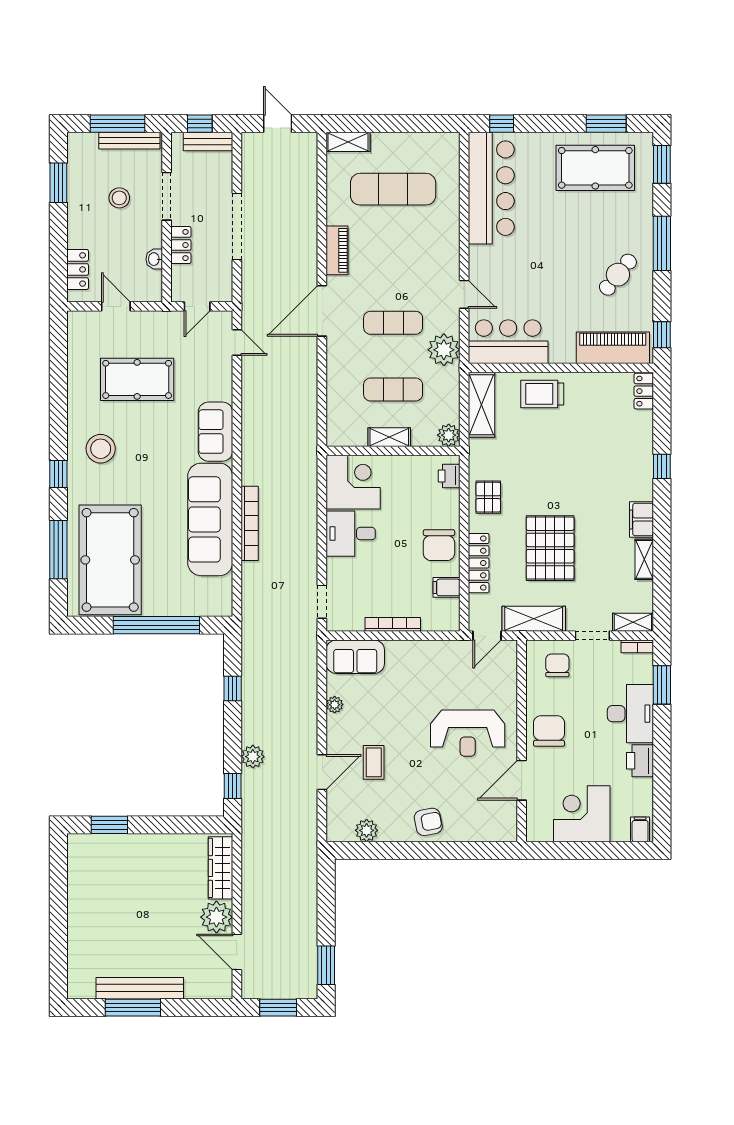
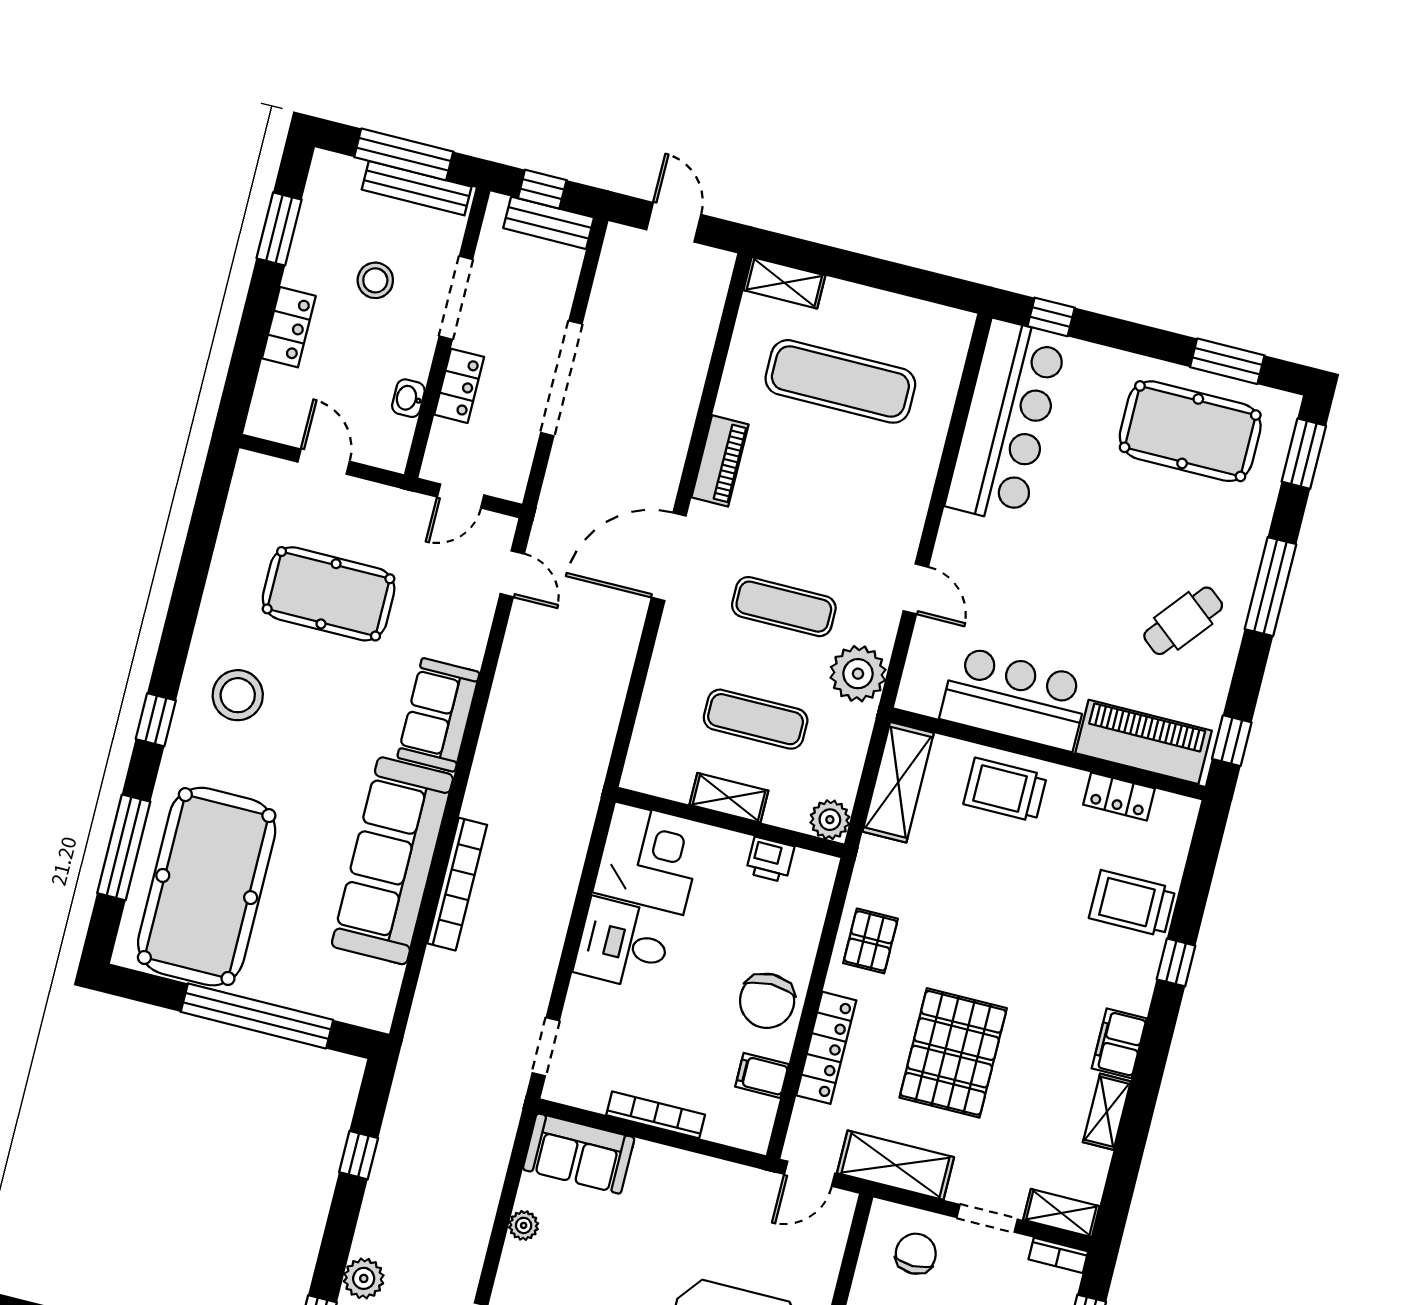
locker: (78, 269) -> (289, 327), moved
bar counter: (508, 342) -> (1015, 699), moved
locker: (644, 391) -> (1119, 797), moved, turned -90
trolley: (629, 440) -> (1132, 903), added
printer: (449, 476) -> (770, 860), moved, turned -90

